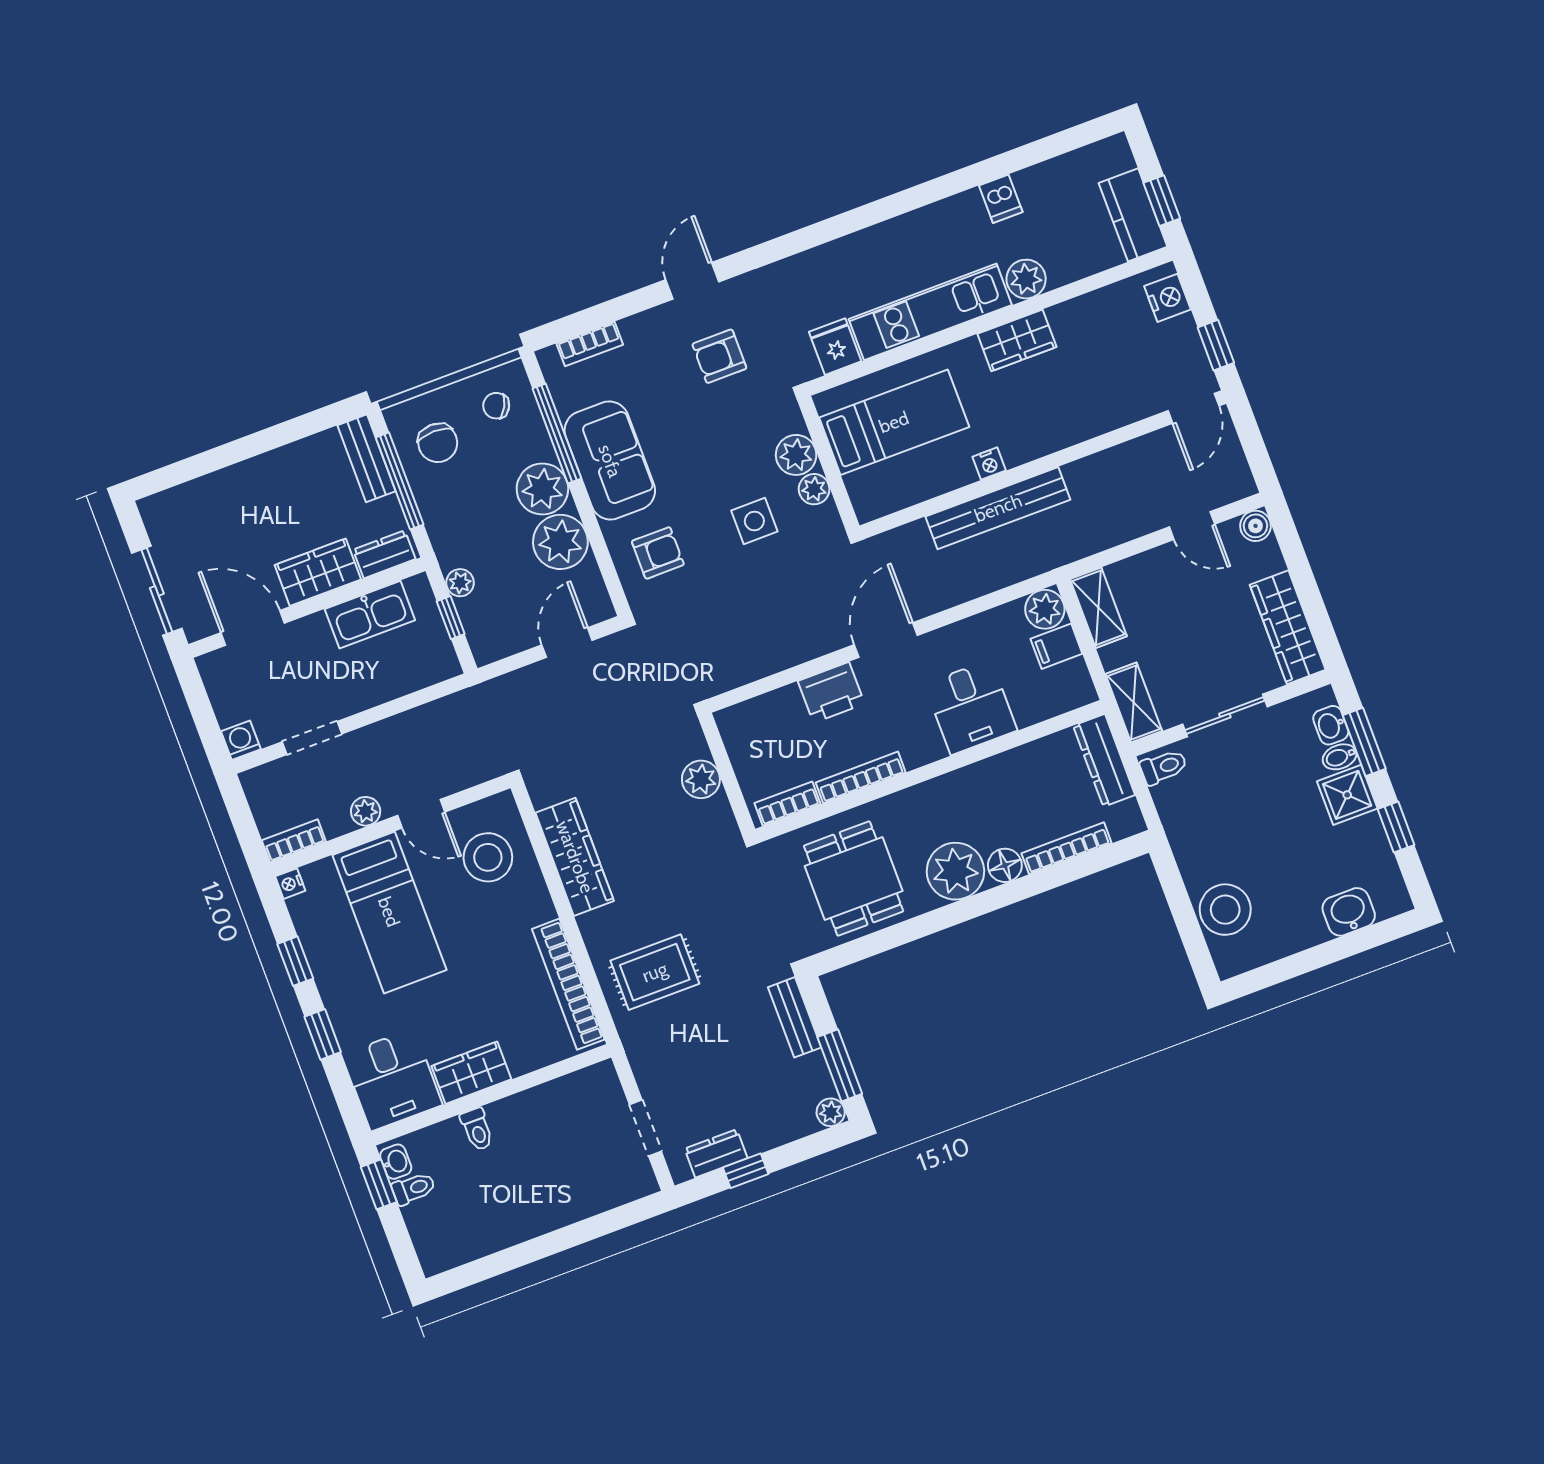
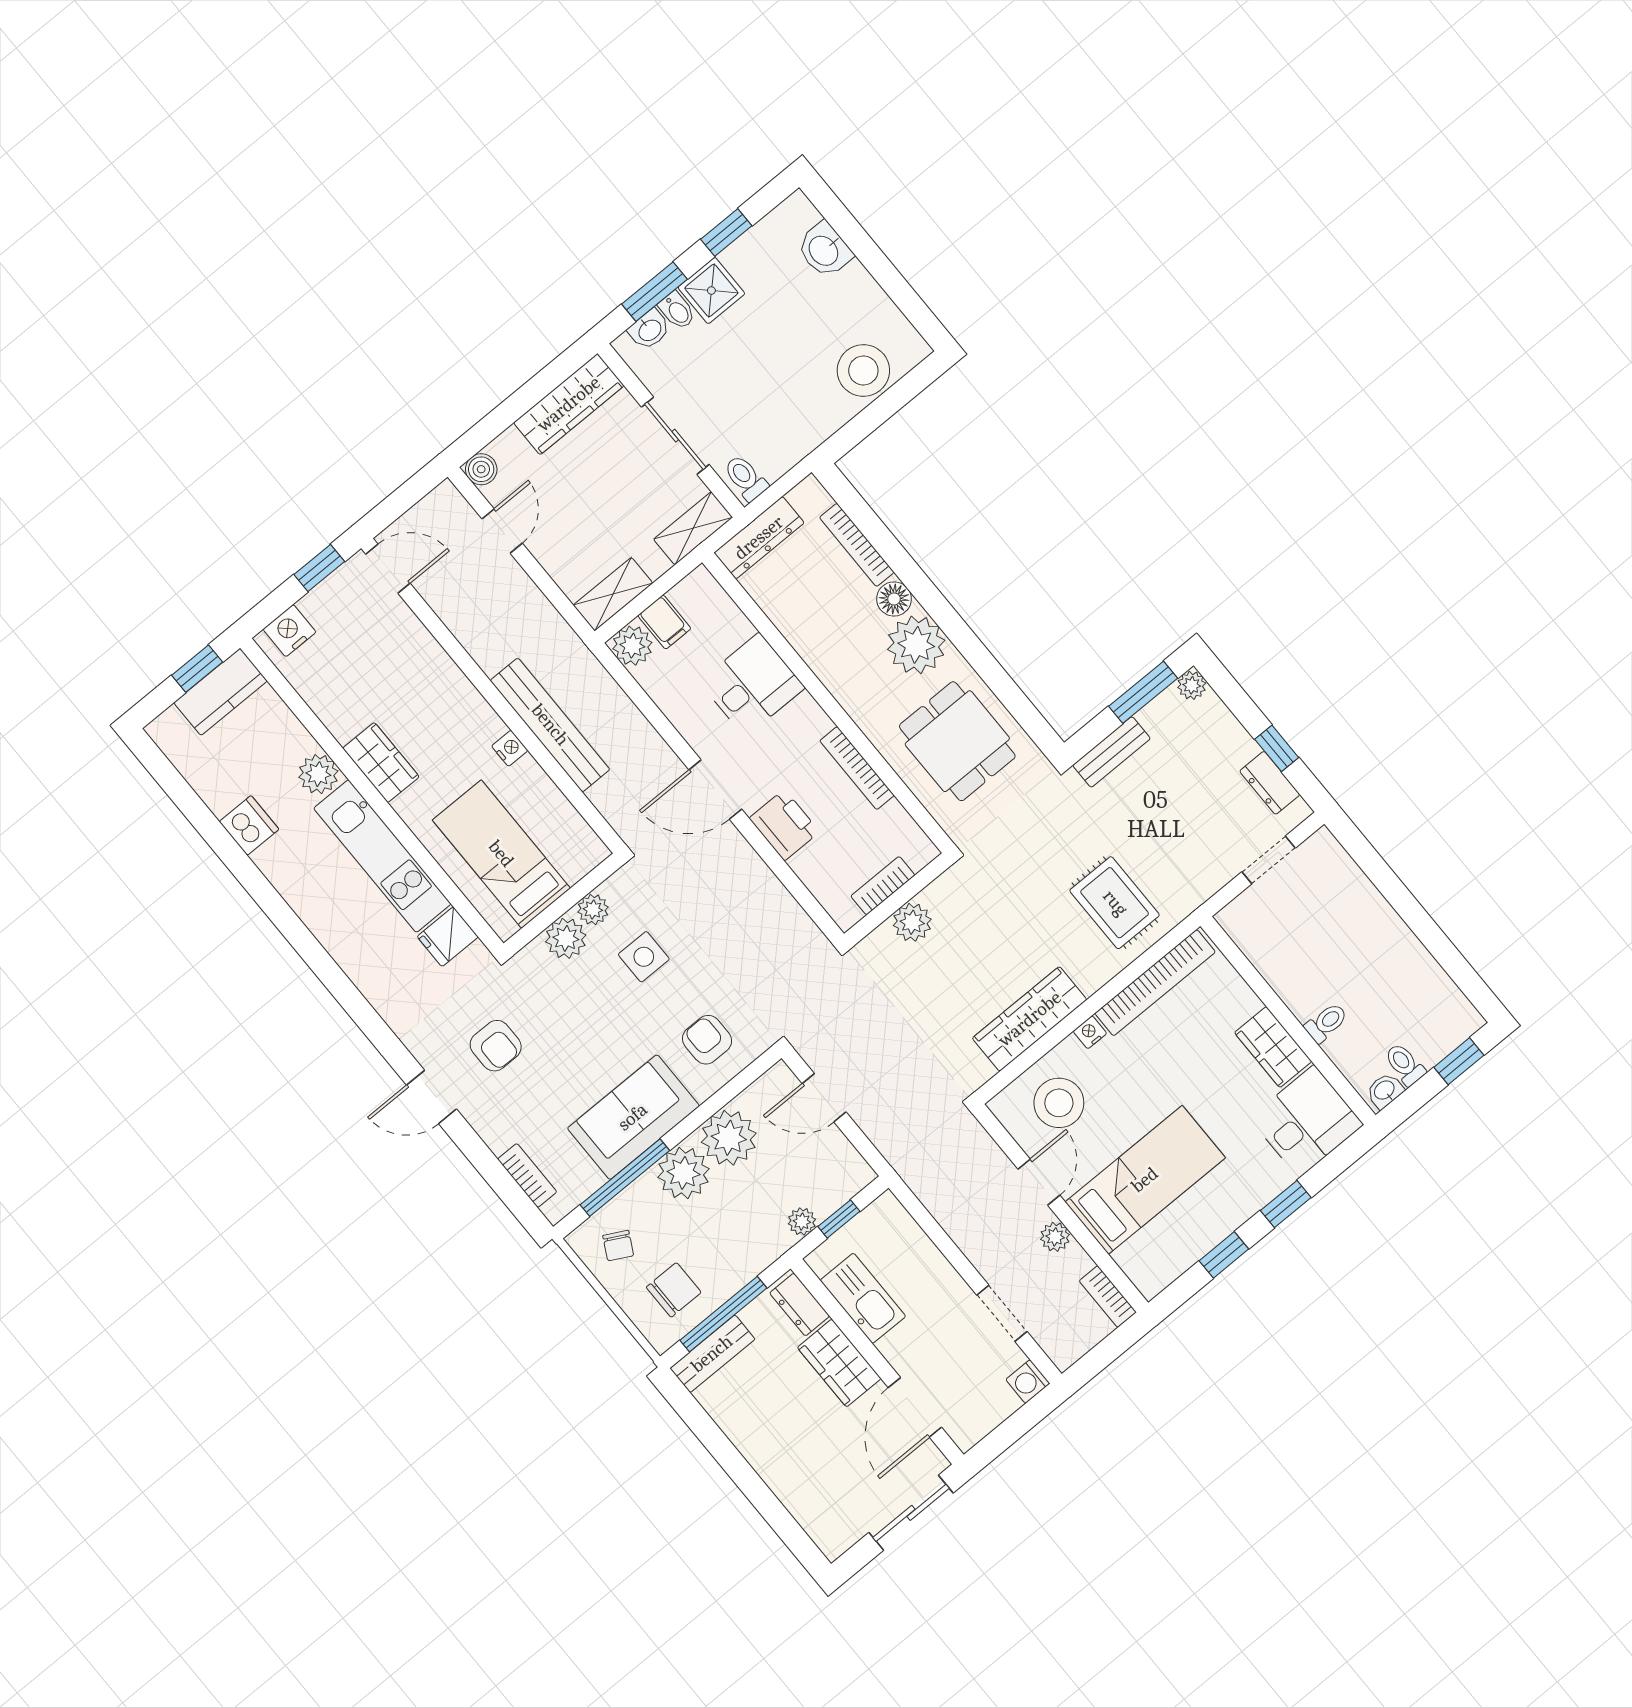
dishwasher: (1001, 199) -> (249, 825), width x1.38
bookcase: (787, 804) -> (883, 886), moved, turned 90
dining table: (854, 878) -> (957, 741), turned 90
nightstand: (290, 884) -> (1090, 1032), moved, turned 180
window: (379, 1184) -> (1459, 1061), moved

